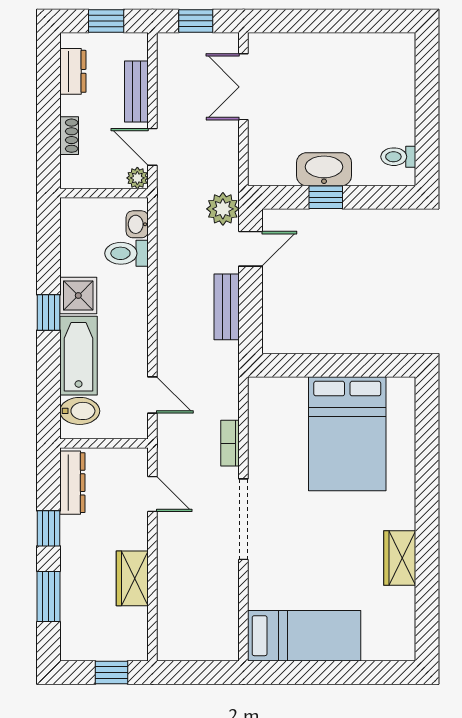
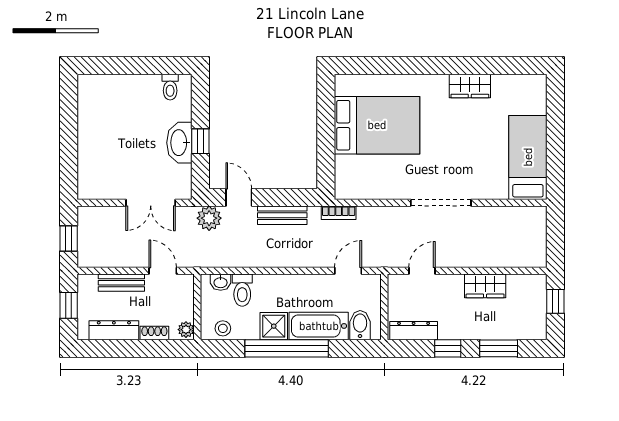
dresser: (73, 71) -> (114, 330), width x1.44
double door: (243, 87) -> (151, 203), moved
door: (152, 147) -> (163, 271), swing flipped
plant: (137, 178) -> (186, 330), moved
stool: (75, 227) -> (223, 328), added
window: (49, 313) -> (287, 348), width x3.17
bookcase: (230, 443) -> (339, 213), moved

